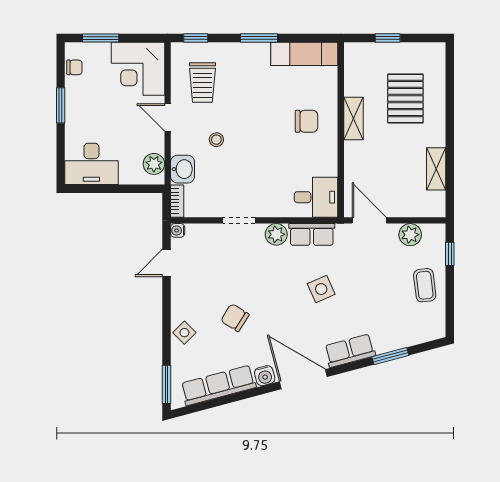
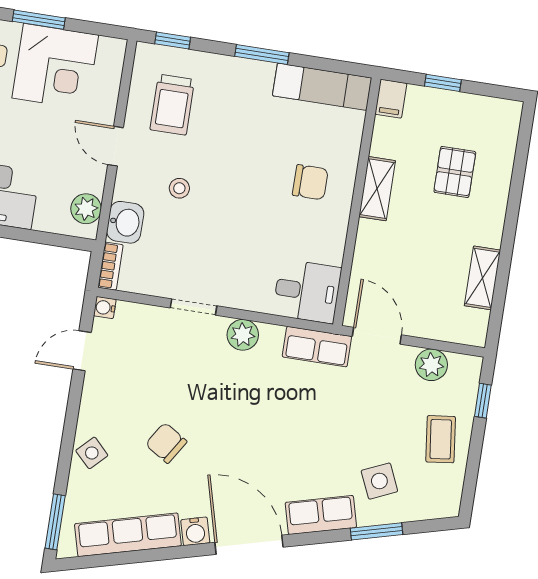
filing cabinet: (353, 55) -> (391, 99), added
corner desk: (138, 69) -> (55, 66), moved, turned -90
pallet: (405, 98) -> (455, 172), width x0.67, depth x0.71
row of seats: (312, 234) -> (317, 347), moved
side table: (321, 289) -> (379, 481), moved

